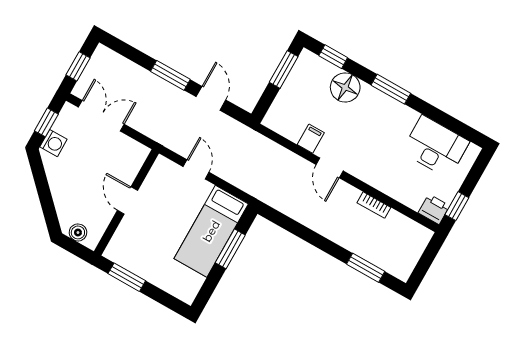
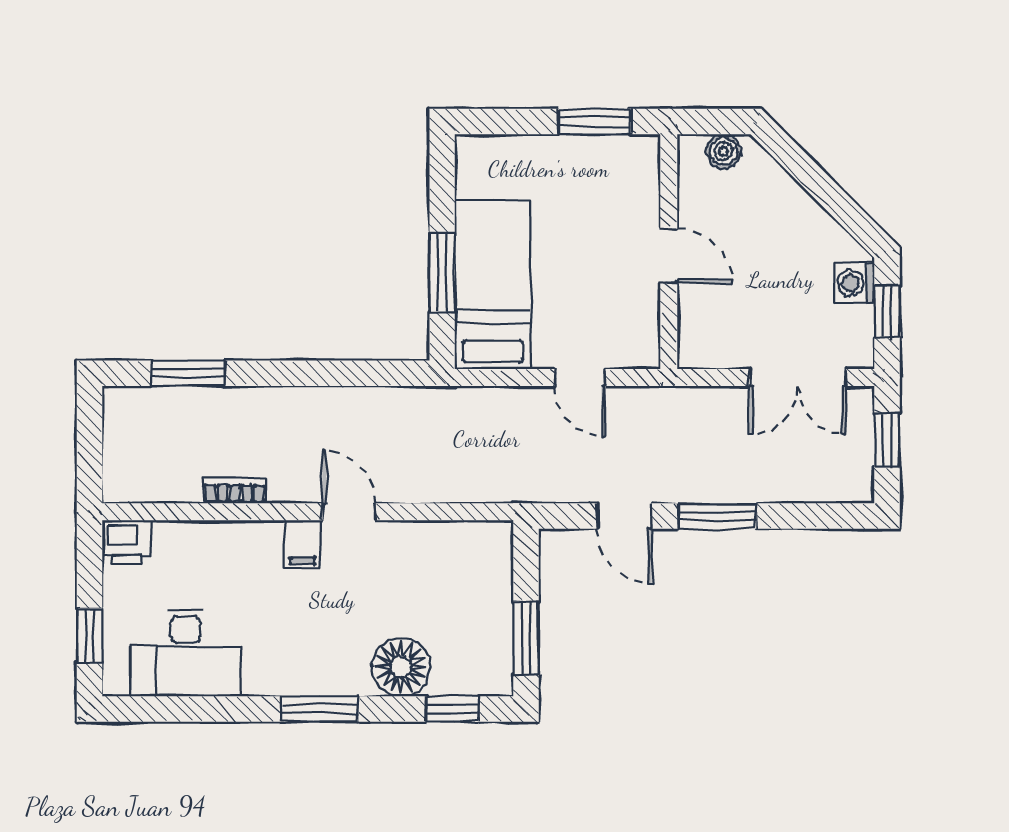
filing cabinet: (311, 139) -> (303, 544), moved
window: (457, 206) -> (90, 635), moved

